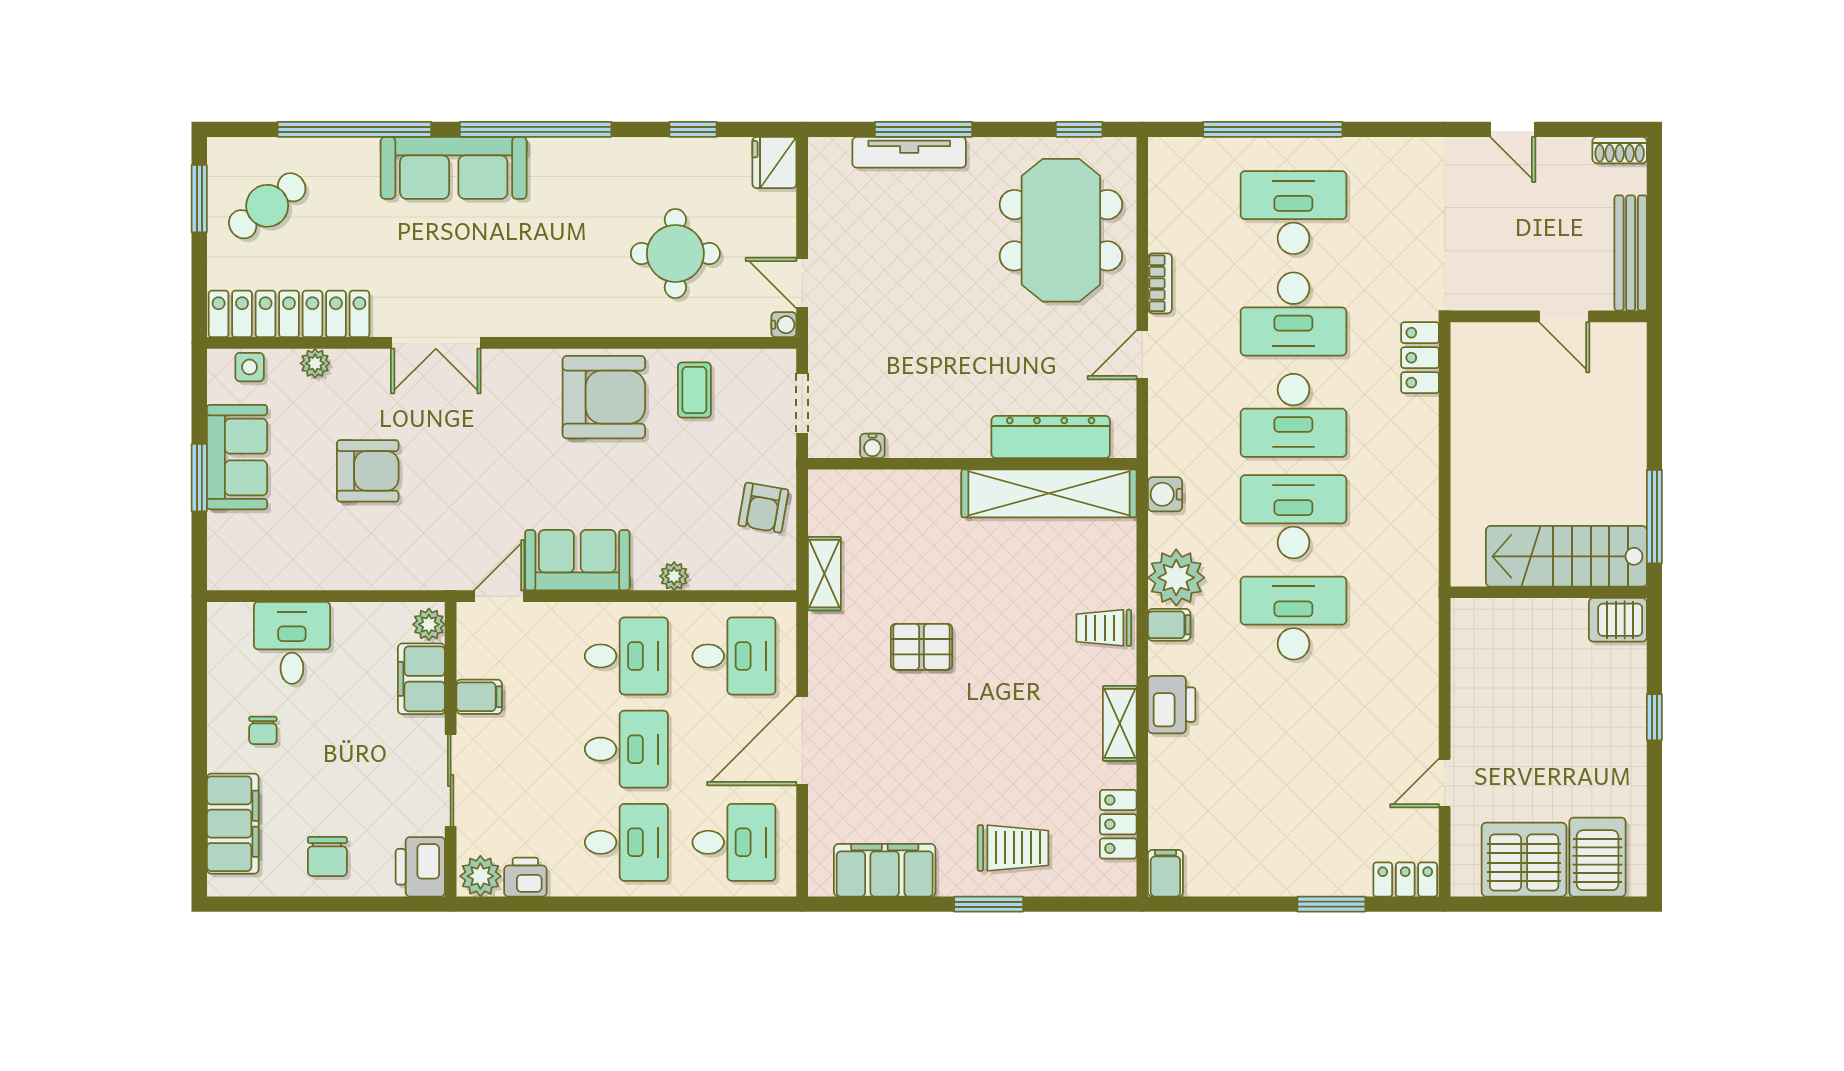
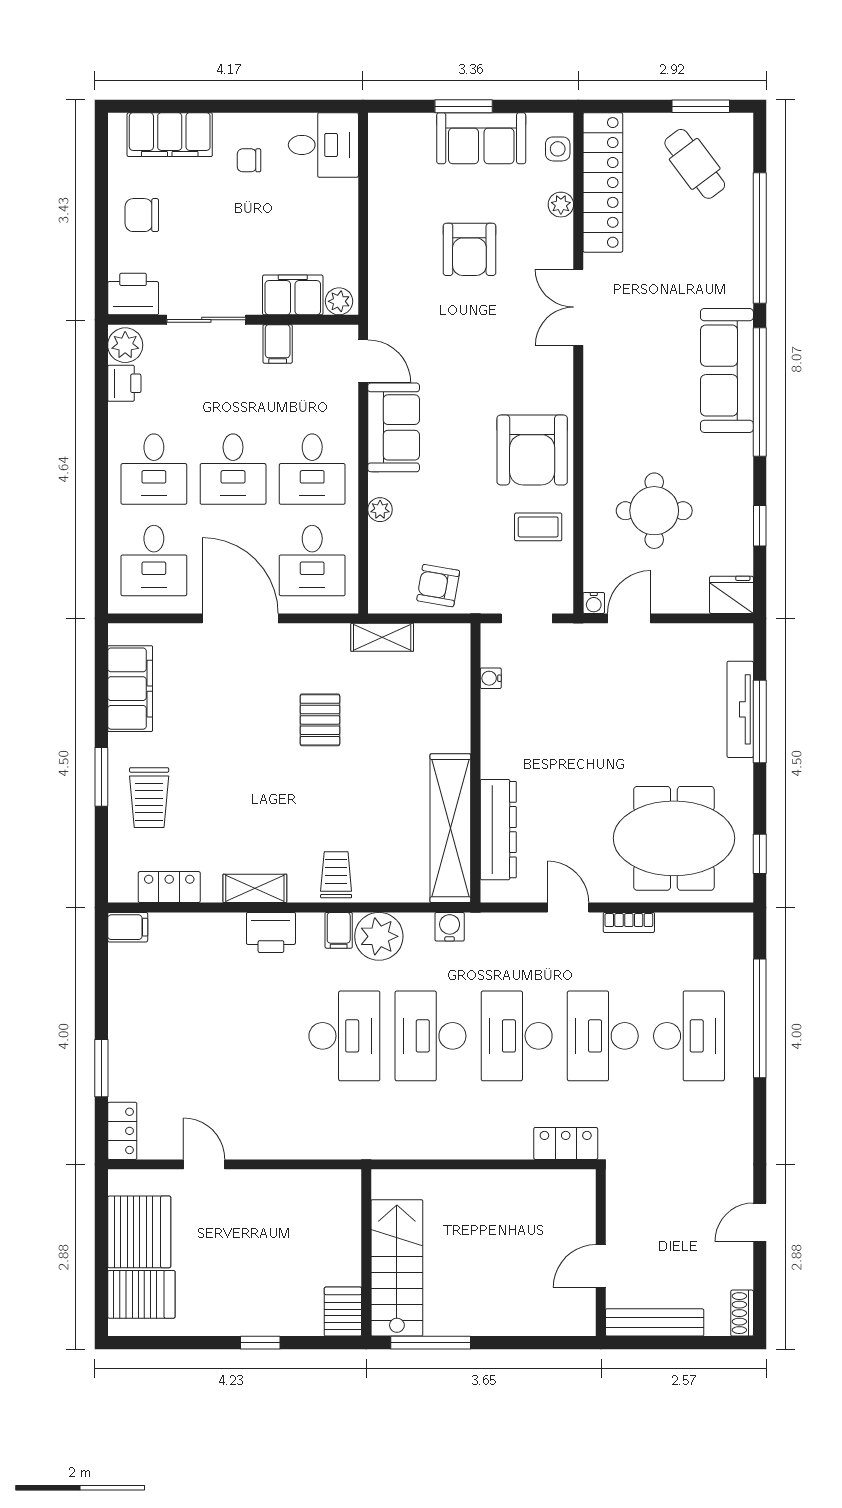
sofa: (454, 168) -> (727, 370), moved
desk: (1293, 517) -> (431, 1036), turned 180
desk: (292, 643) -> (323, 145), moved

